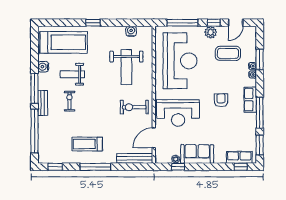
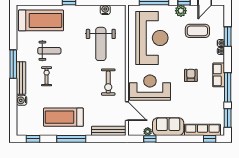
water cooler: (43, 67) -> (22, 100), moved
weight bench: (72, 74) -> (49, 51), turned 180
bench: (43, 103) -> (21, 78), width x1.36
exercise bike: (134, 107) -> (108, 82), turned -90
reception desk: (178, 113) -> (150, 88), turned 180
window: (34, 131) -> (13, 105), removed
door: (154, 138) -> (127, 111), swing flipped
treadmill: (87, 144) -> (63, 117), width x1.37, depth x1.38
row of seats: (239, 157) -> (202, 130), width x1.48

